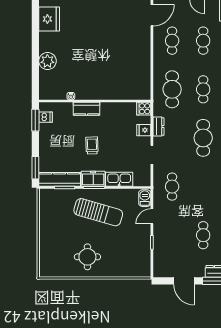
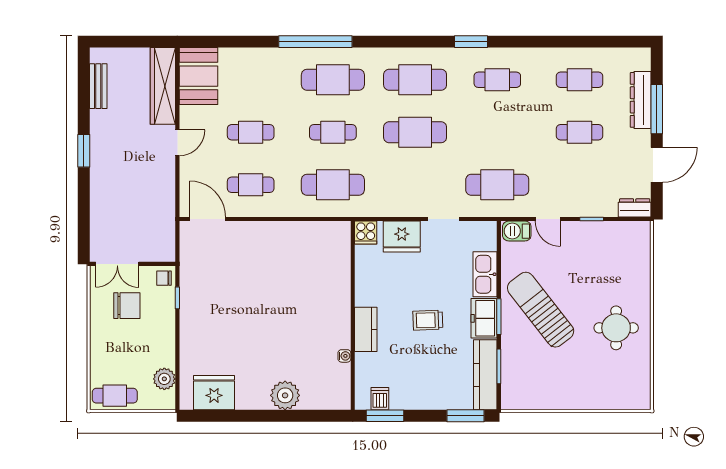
dresser: (158, 127) -> (635, 208), moved
fridge: (144, 130) -> (402, 237), width x1.88, depth x1.34
cafe table: (172, 187) -> (497, 185), width x1.37, depth x1.35
sun lounger: (98, 212) -> (541, 310), turned -54

